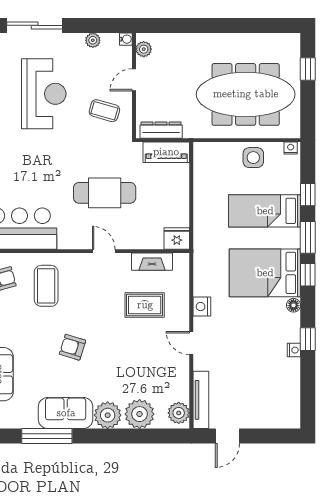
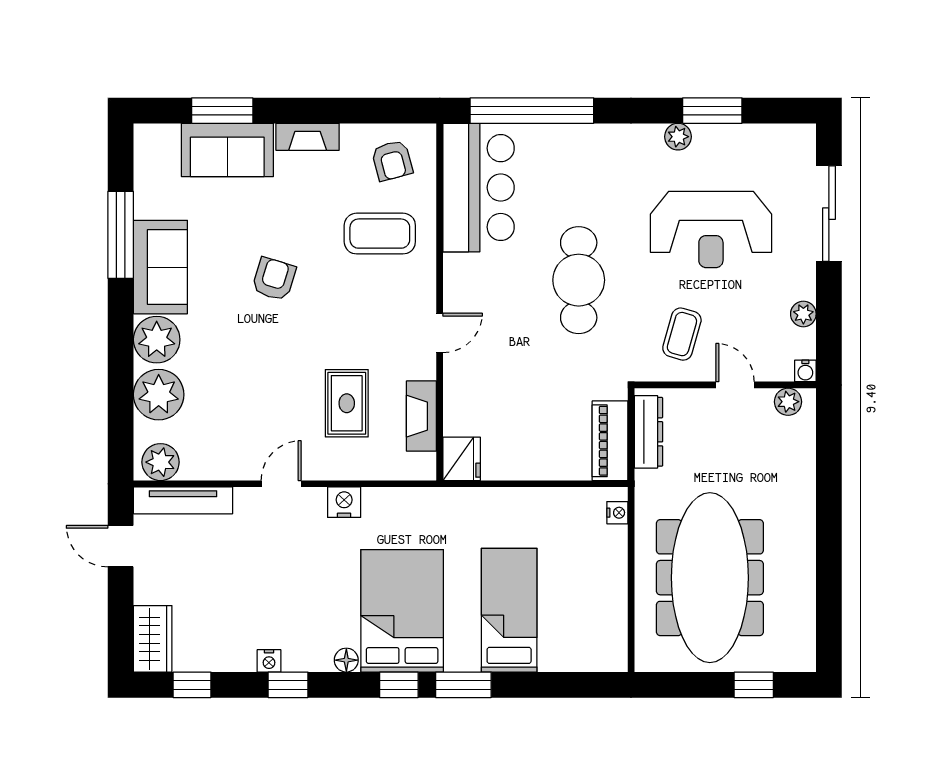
nightstand: (291, 148) -> (617, 513), moved
side table: (253, 158) -> (601, 591), removed
cafe table: (105, 193) -> (579, 280), moved
window: (308, 195) -> (192, 685), moved
wardrobe: (281, 418) -> (153, 639), added

